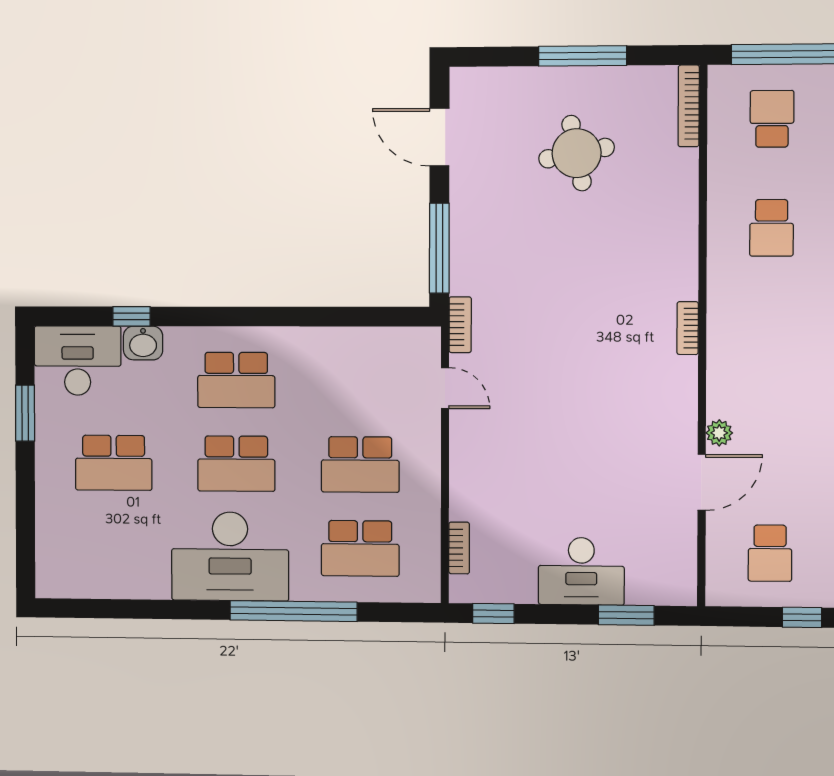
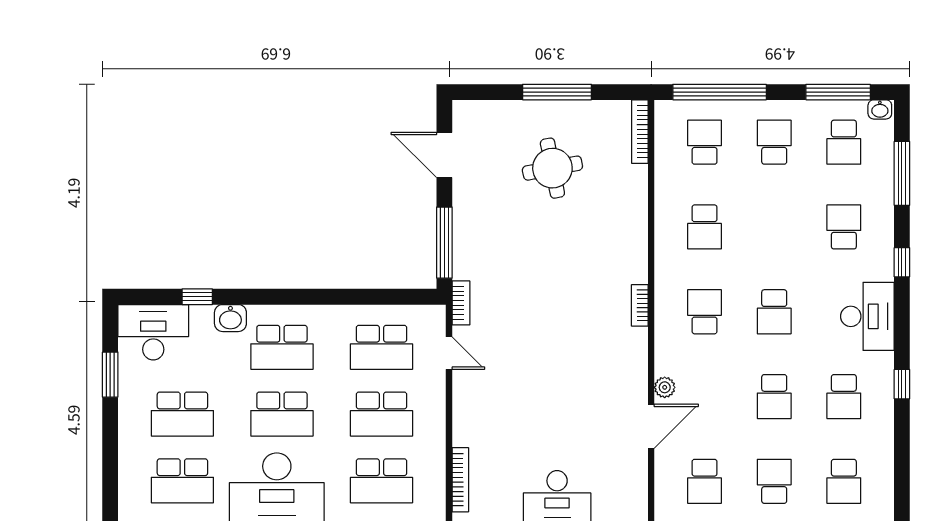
school desk: (771, 337) -> (705, 312), added
washbasin: (143, 343) -> (230, 318), moved
school desk: (360, 380) -> (381, 347), added
school desk: (114, 546) -> (182, 481), added
bookcase: (459, 548) -> (460, 480), width x1.56

